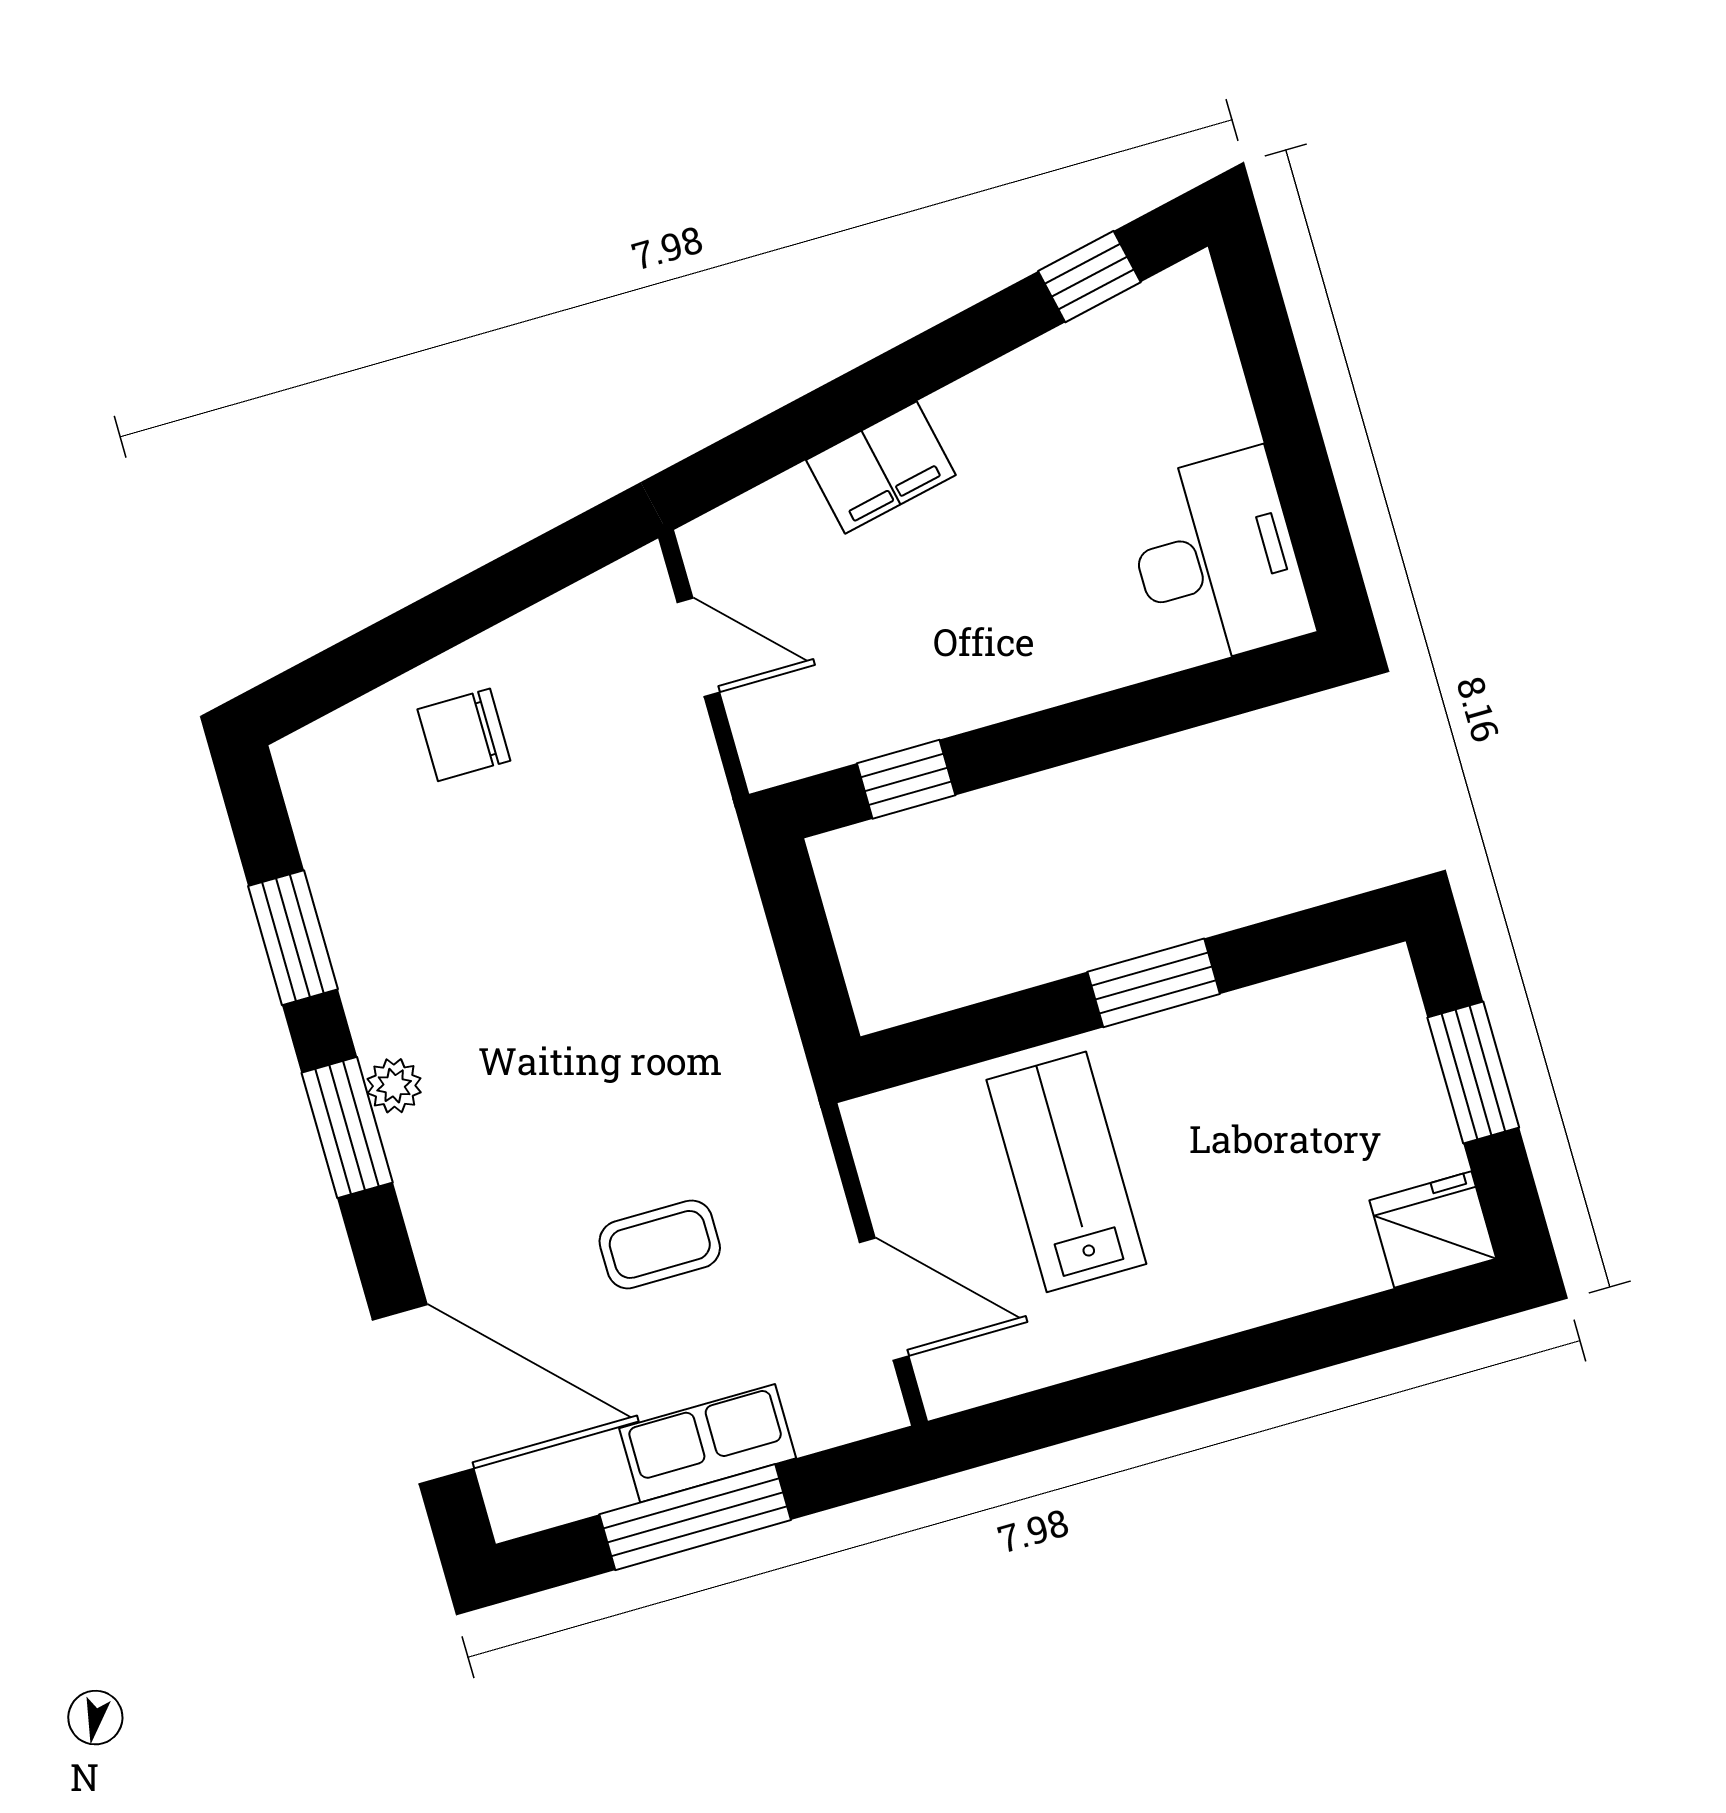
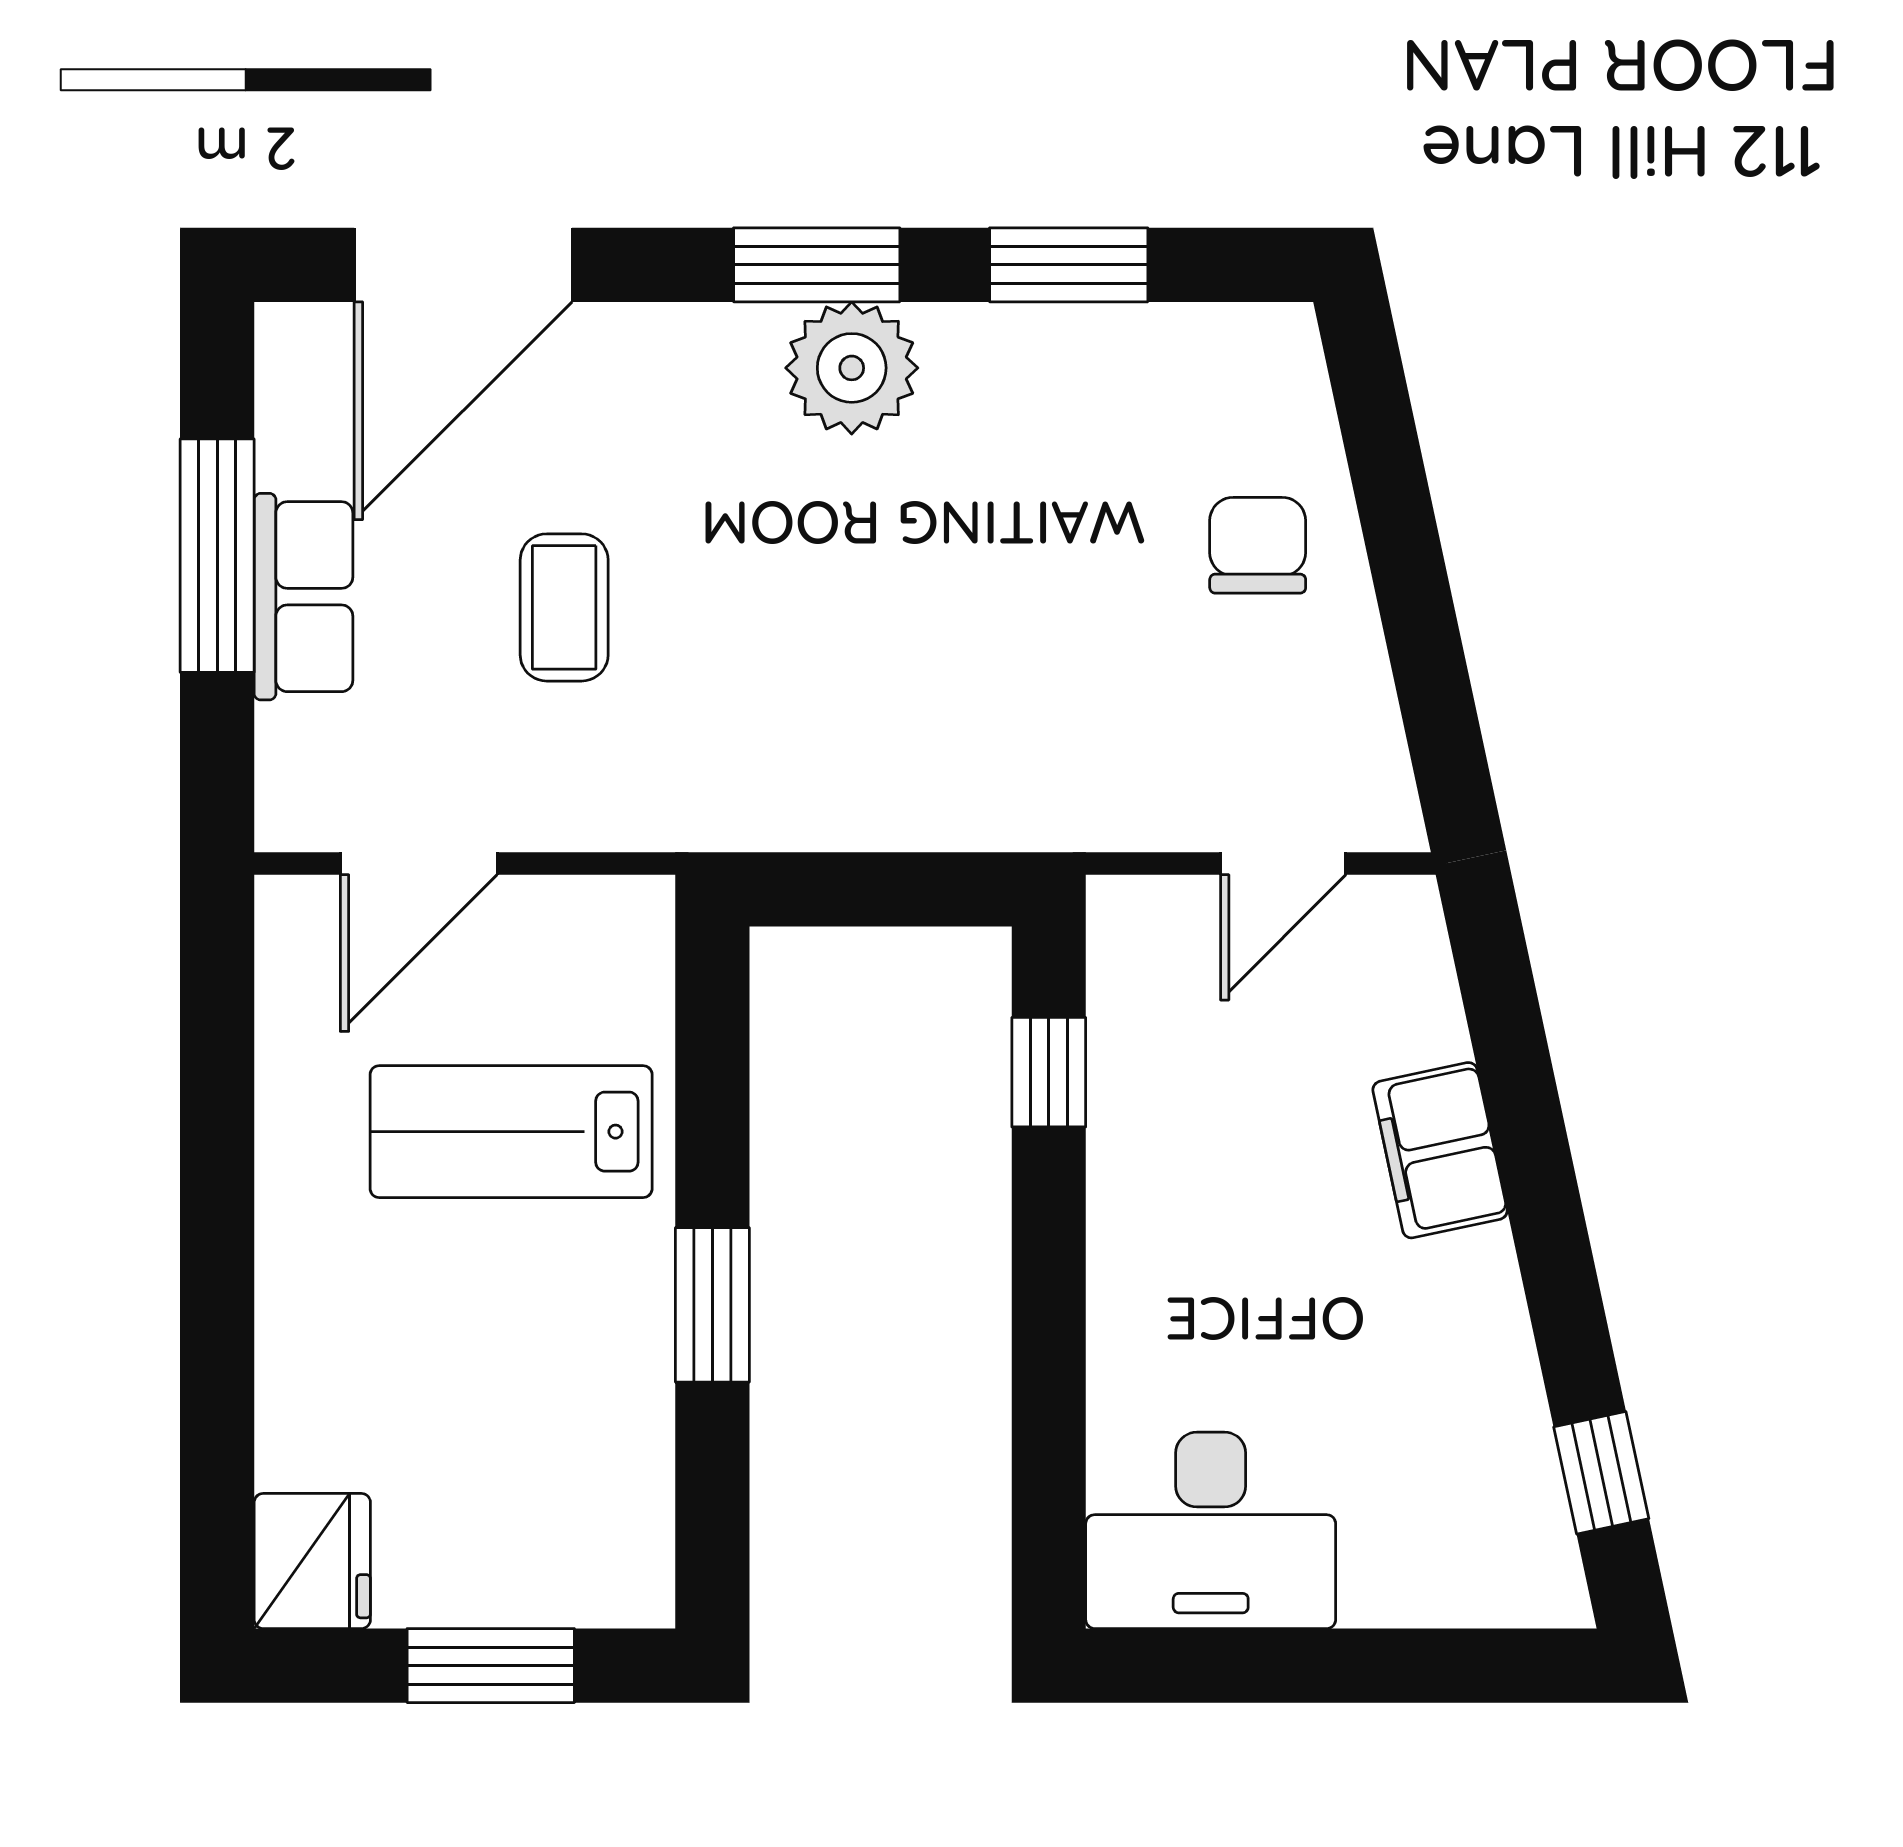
plant: (394, 1086) -> (852, 368), width x1.87, depth x1.87
lab bench: (1066, 1172) -> (511, 1132), turned 180

